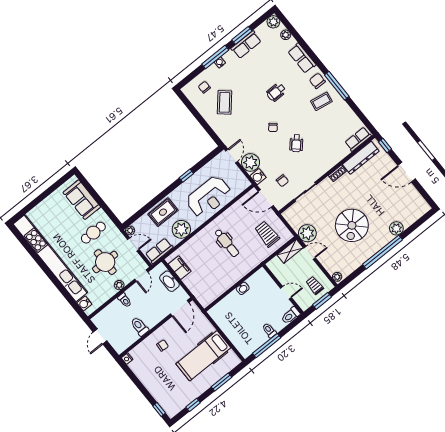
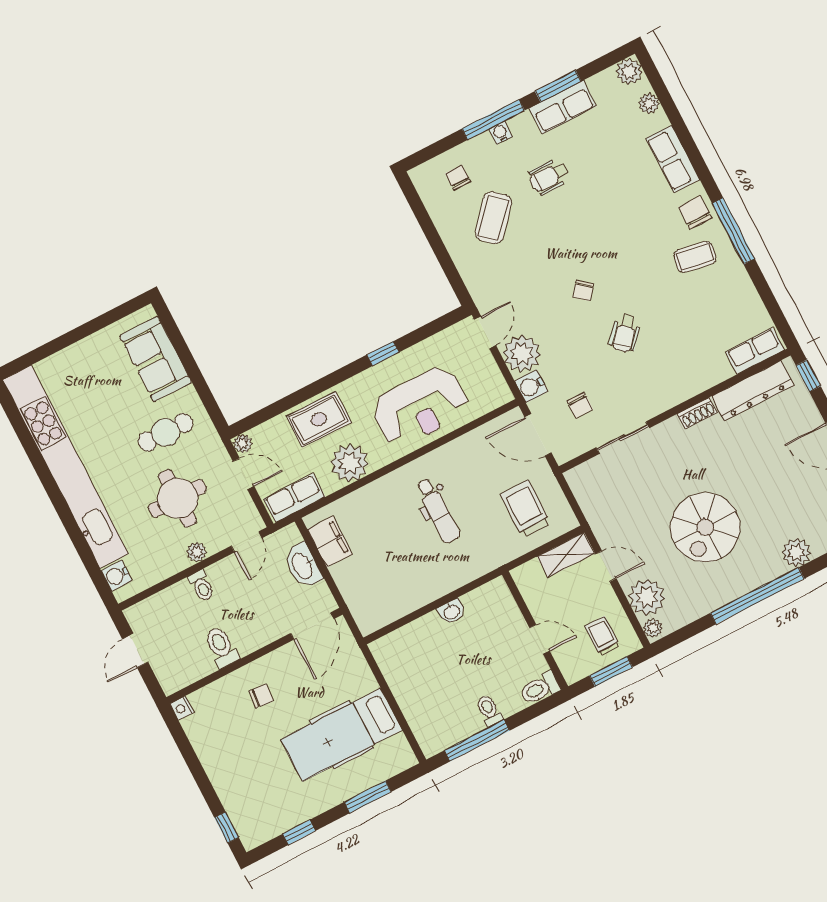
wheelchair: (276, 92) -> (549, 177), moved
plant: (307, 233) -> (647, 597), moved

